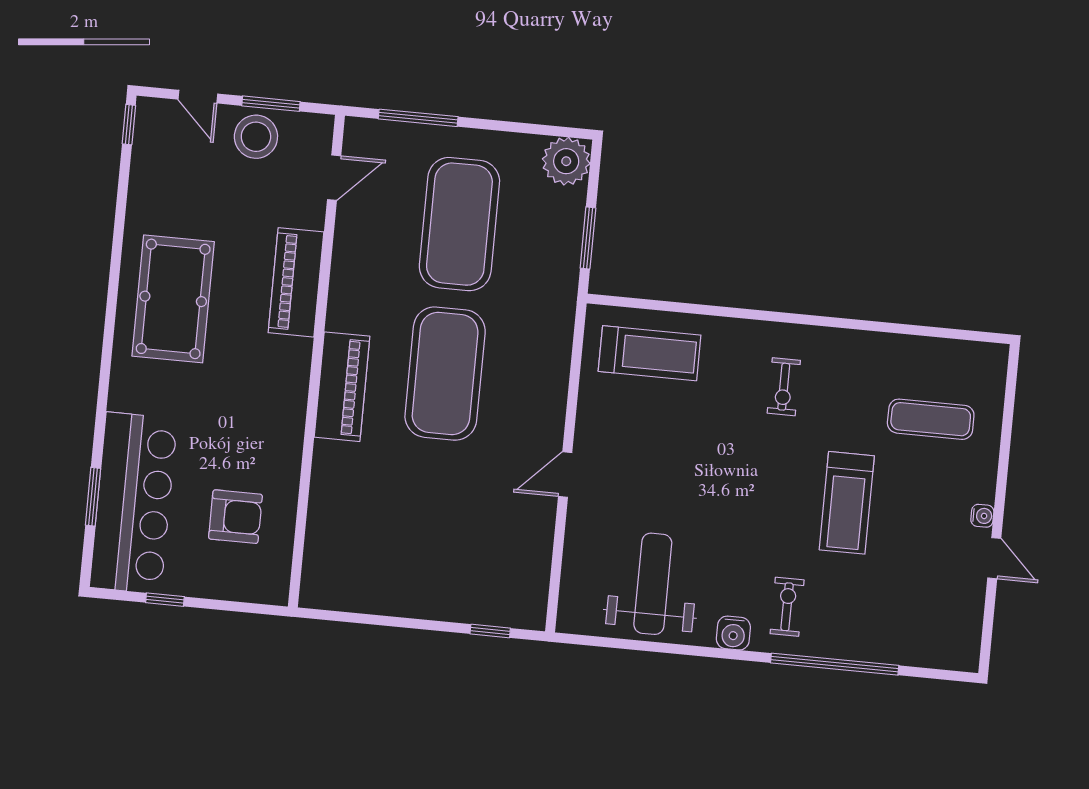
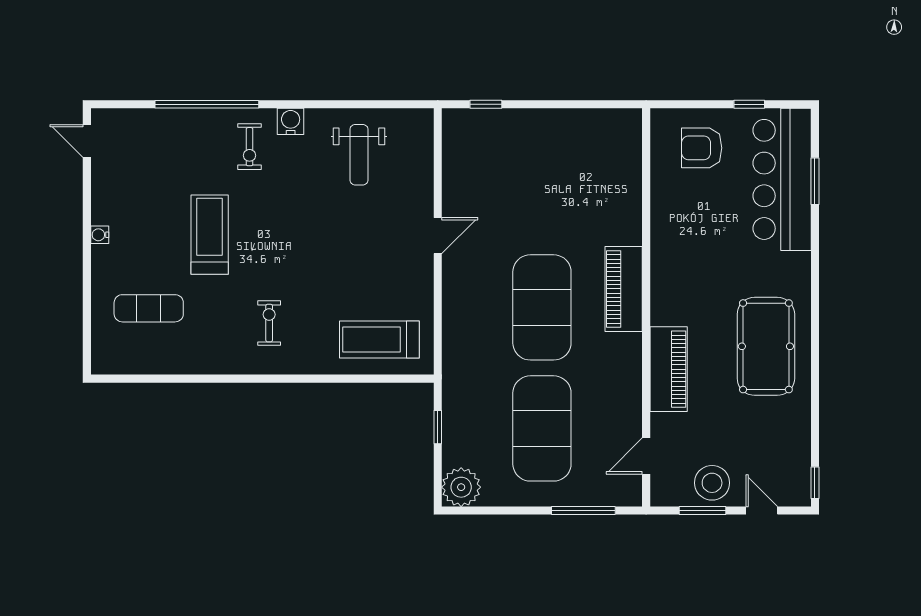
window: (588, 238) -> (438, 427), width x0.67
armchair: (235, 517) -> (702, 148), moved
door: (994, 558) -> (87, 141), moved
weight bench: (653, 584) -> (359, 155), width x0.73, depth x0.75

